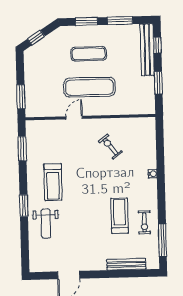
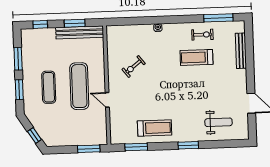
bench: (147, 50) -> (80, 32), moved
treadmill: (53, 182) -> (155, 128), moved
weight bench: (46, 224) -> (219, 122), moved

